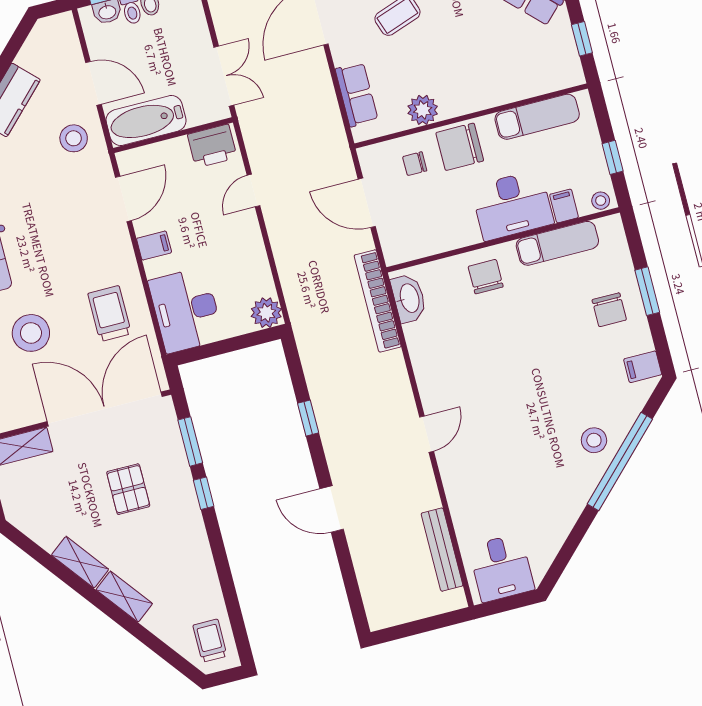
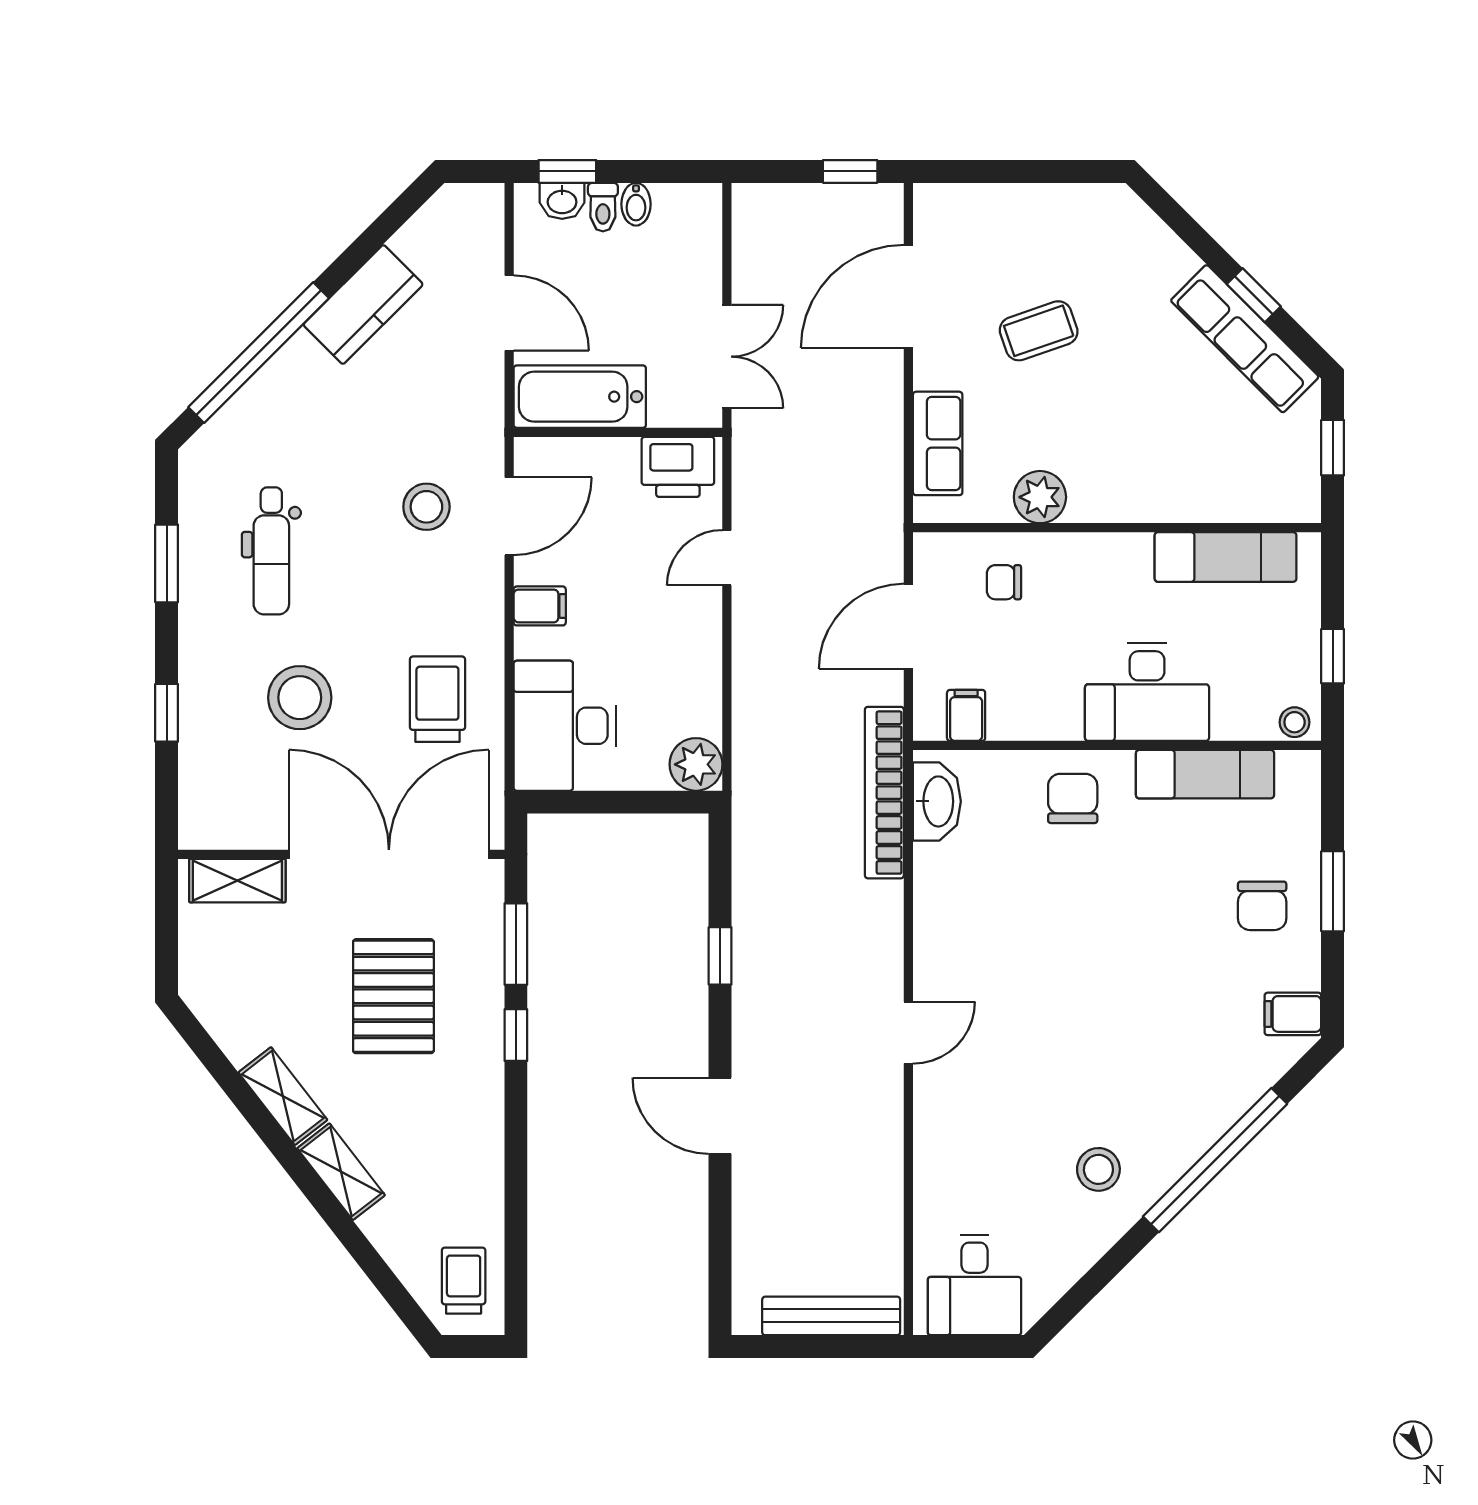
stool: (74, 138) -> (426, 507), moved
chair: (460, 147) -> (1085, 574), removed
door: (367, 203) -> (908, 626), hinge flipped
filing cabinet: (564, 206) -> (966, 715), moved
stool: (594, 440) -> (1098, 1169), moved
pallet: (128, 489) -> (393, 996), width x1.50, depth x1.42
bench: (442, 550) -> (831, 1316), moved, turned 90

